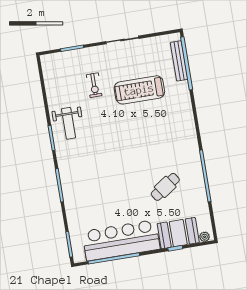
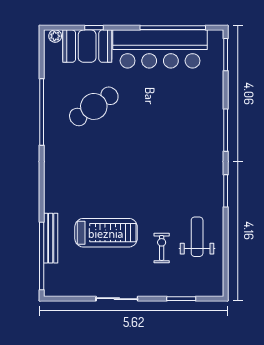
bench: (179, 61) -> (51, 238), moved
weight bench: (68, 123) -> (197, 237), moved
cafe table: (165, 187) -> (94, 106), width x1.37, depth x1.35

